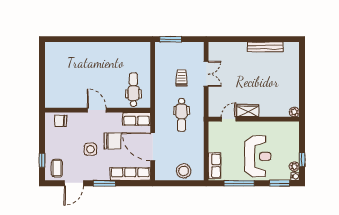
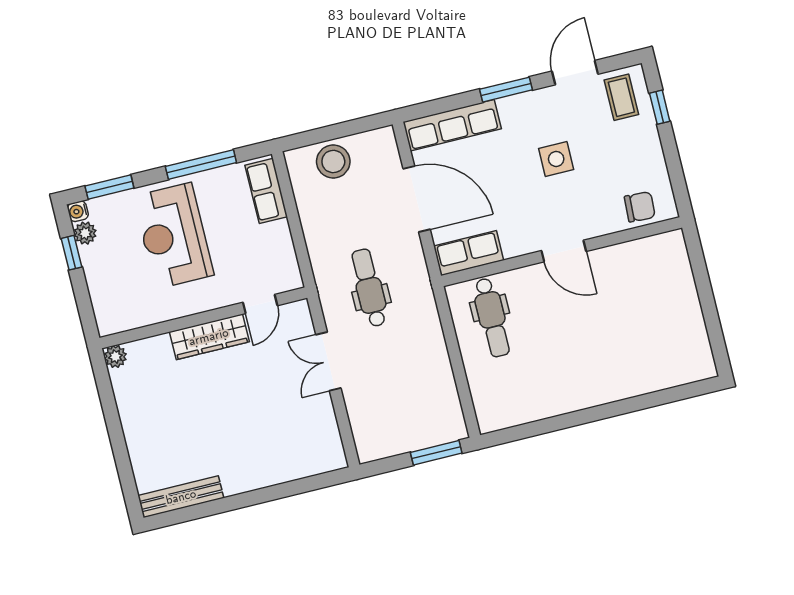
bench: (265, 47) -> (181, 497), moved
double door: (206, 74) -> (328, 361), moved
trolley: (182, 78) -> (390, 371), removed
wardrobe: (248, 111) -> (209, 337), width x1.50
chair: (113, 141) -> (511, 190), removed

